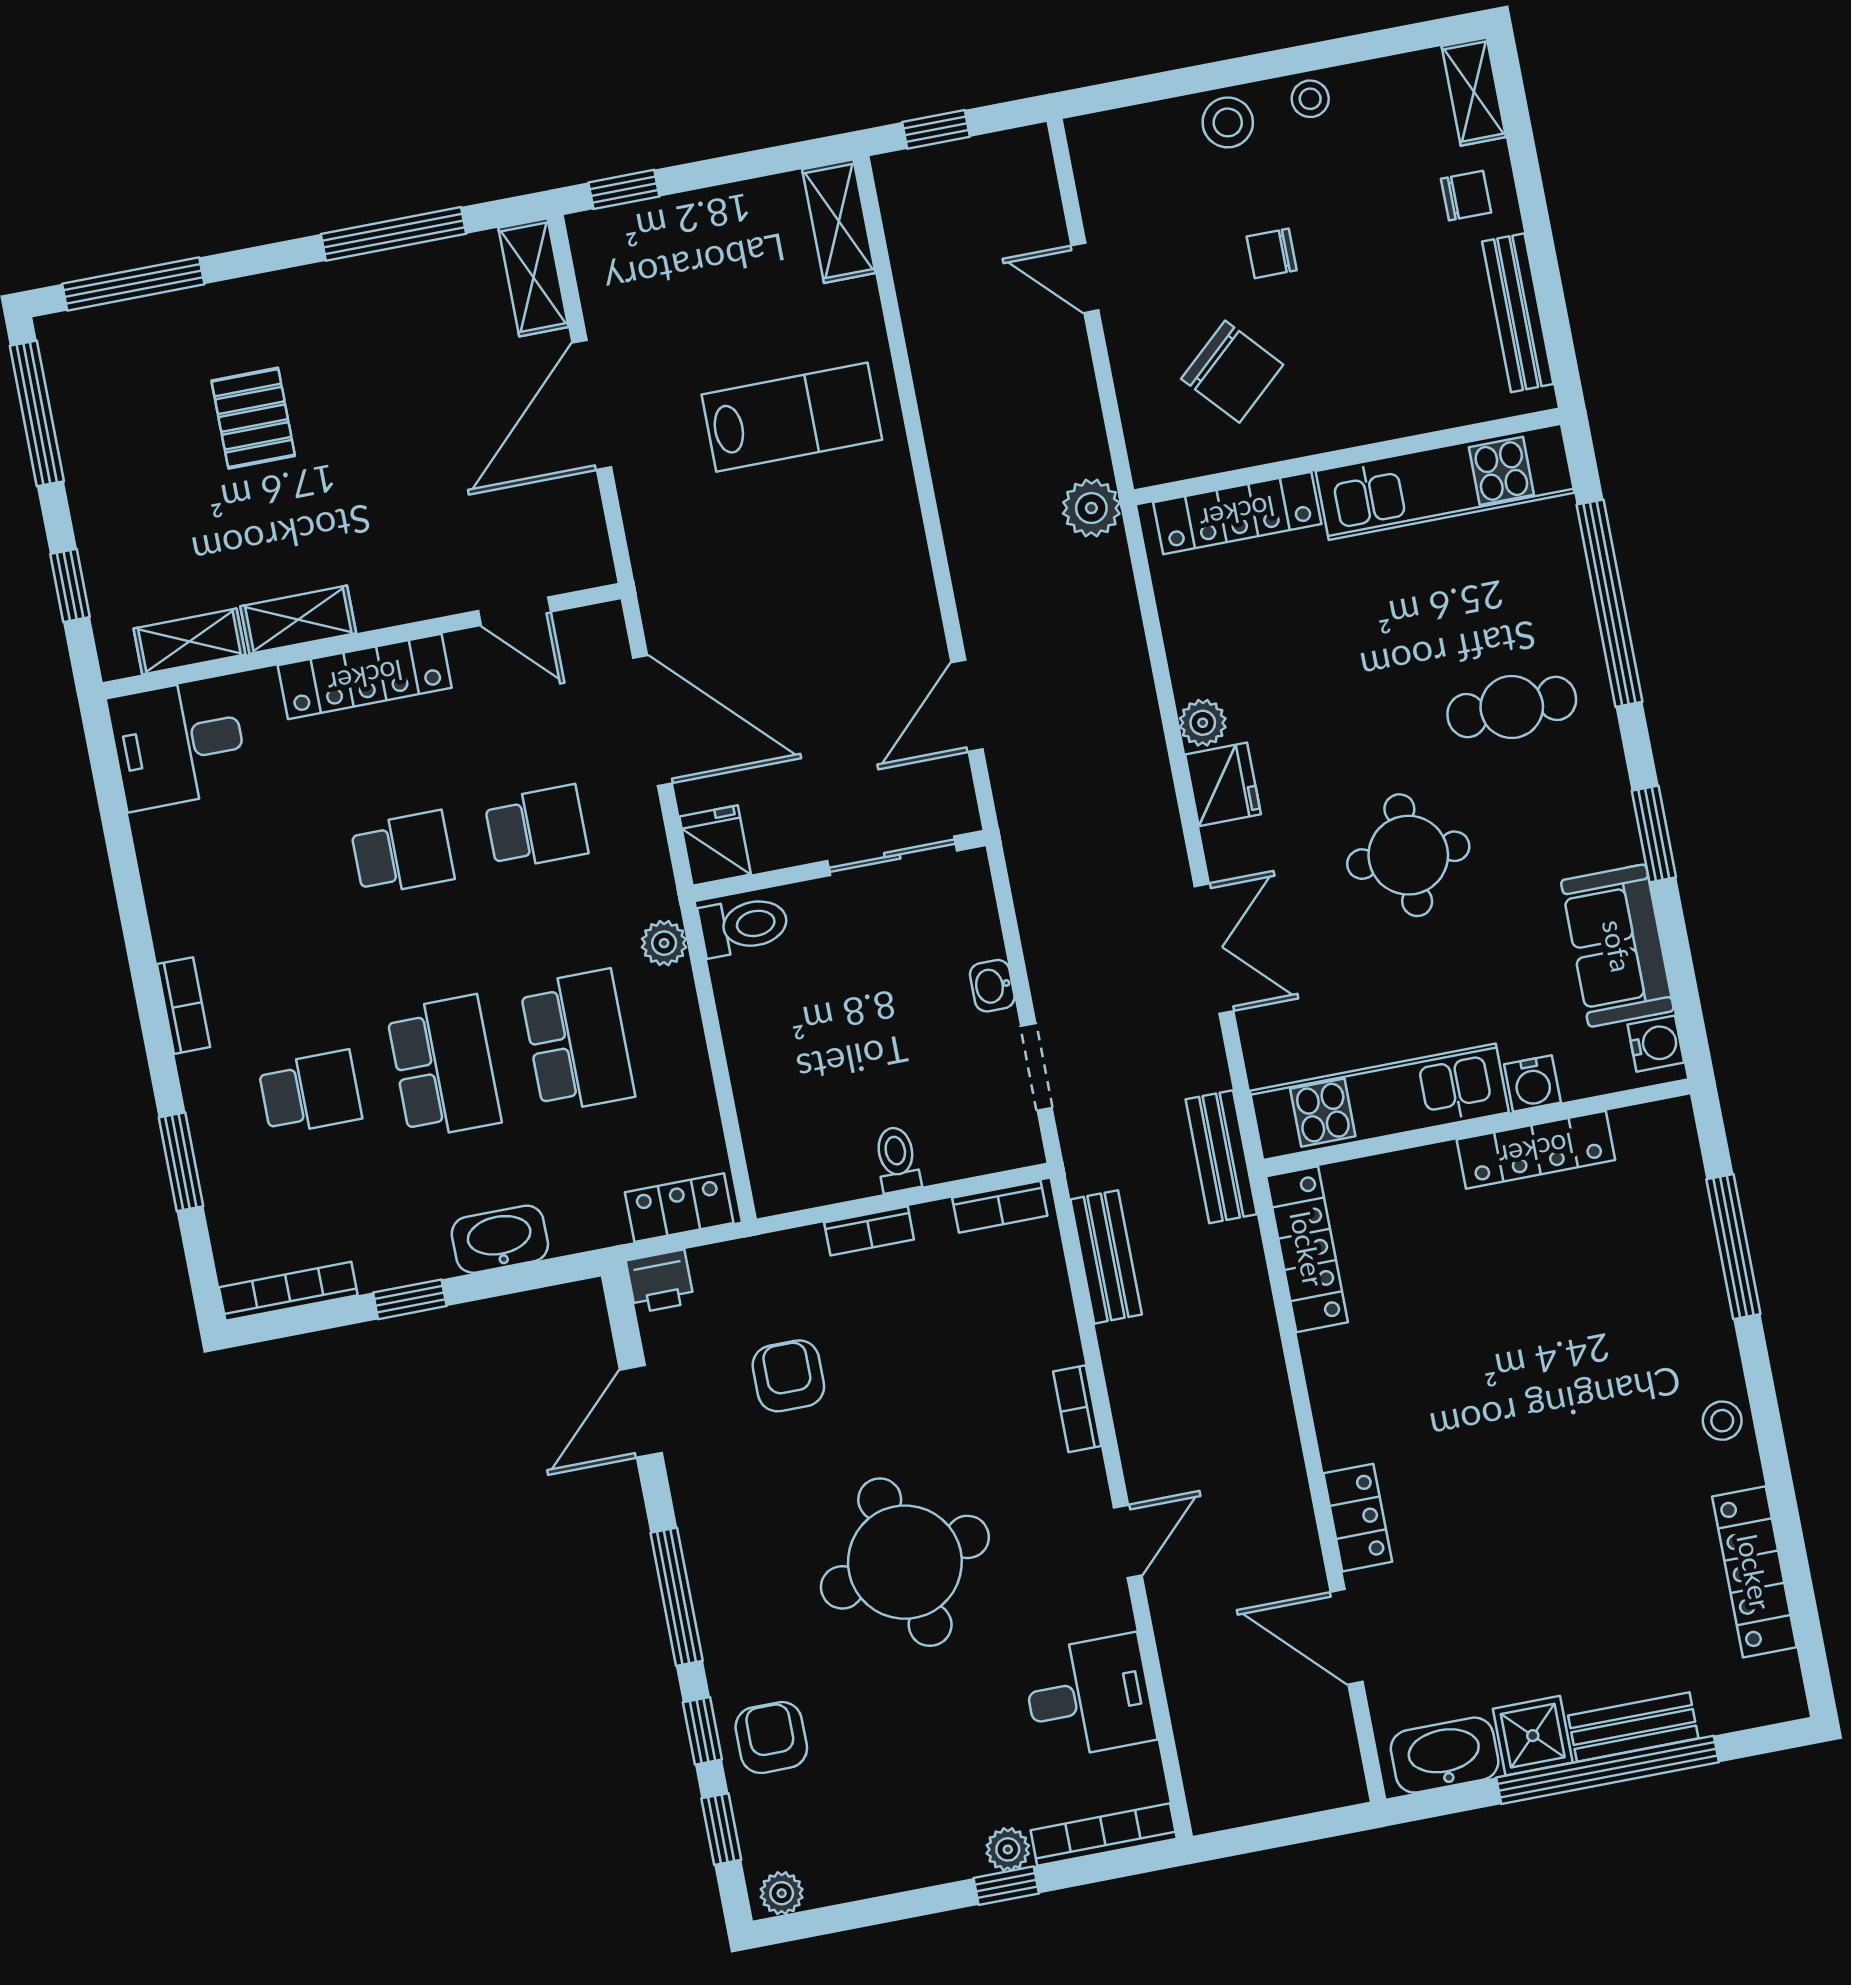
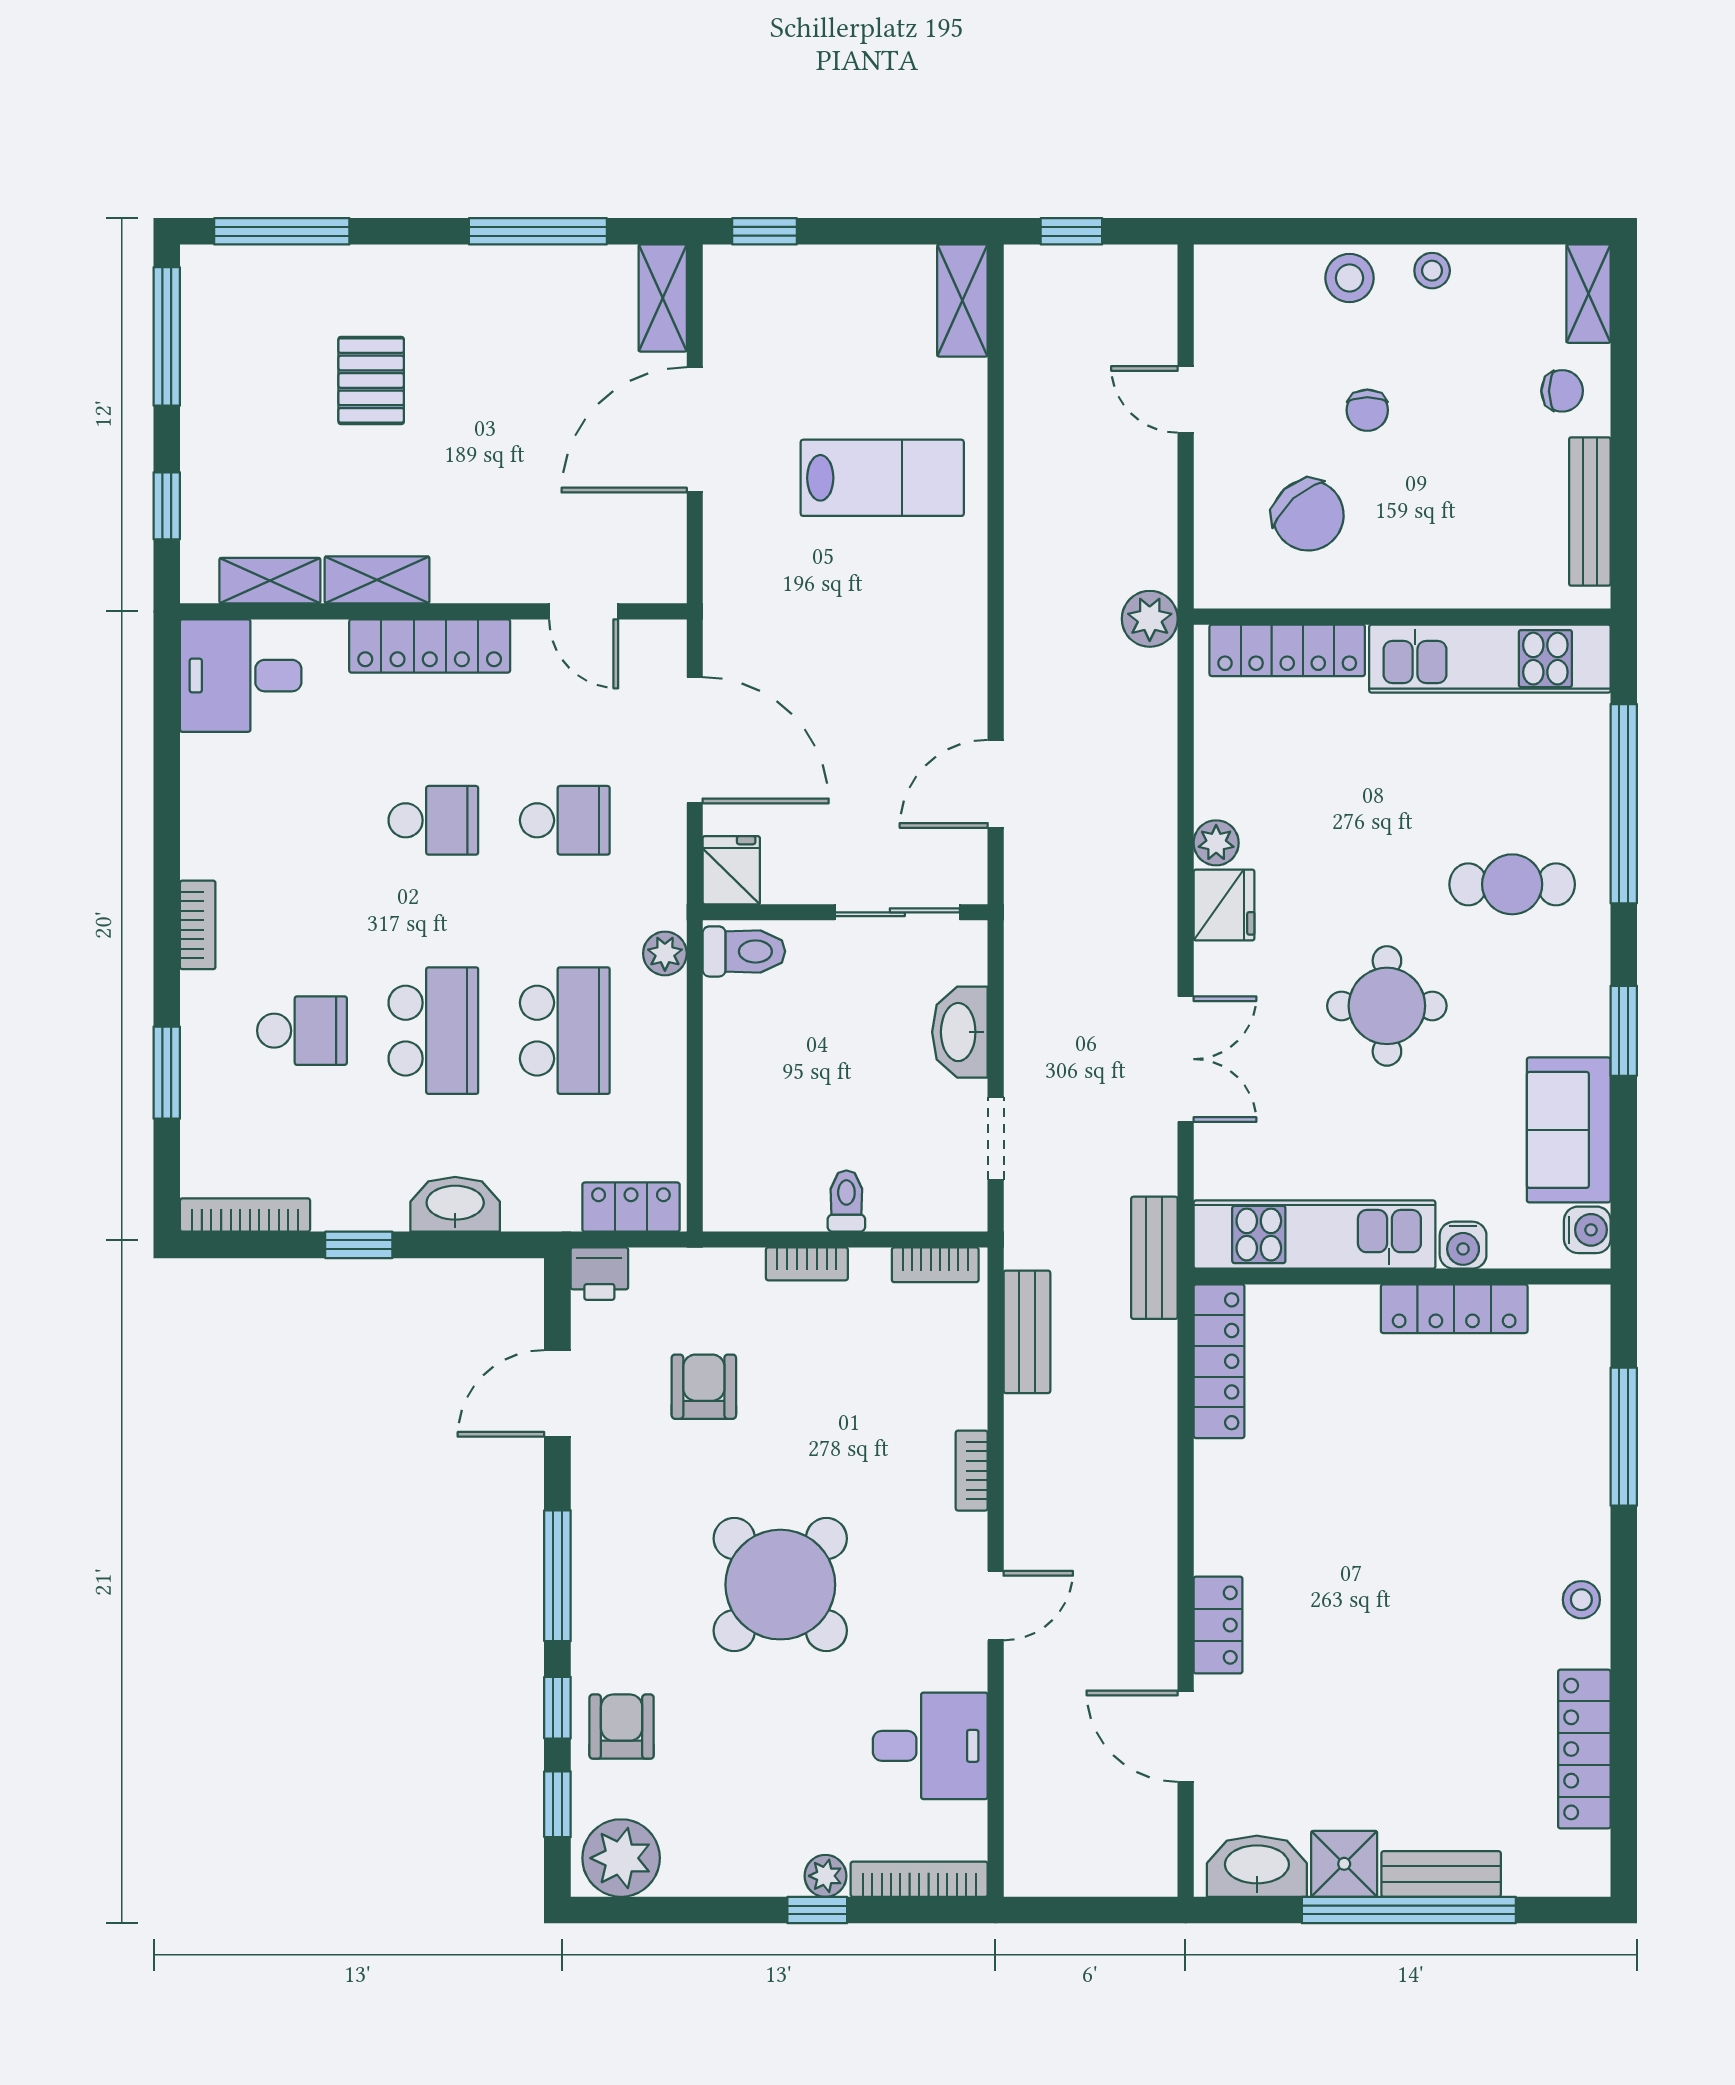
chair: (1272, 253) -> (1367, 410), turned -90
washbasin: (992, 986) -> (960, 1032), width x1.91, depth x1.45
round table: (905, 1562) -> (780, 1585), turned -34
plant: (782, 1893) -> (621, 1858), width x1.88, depth x1.88

